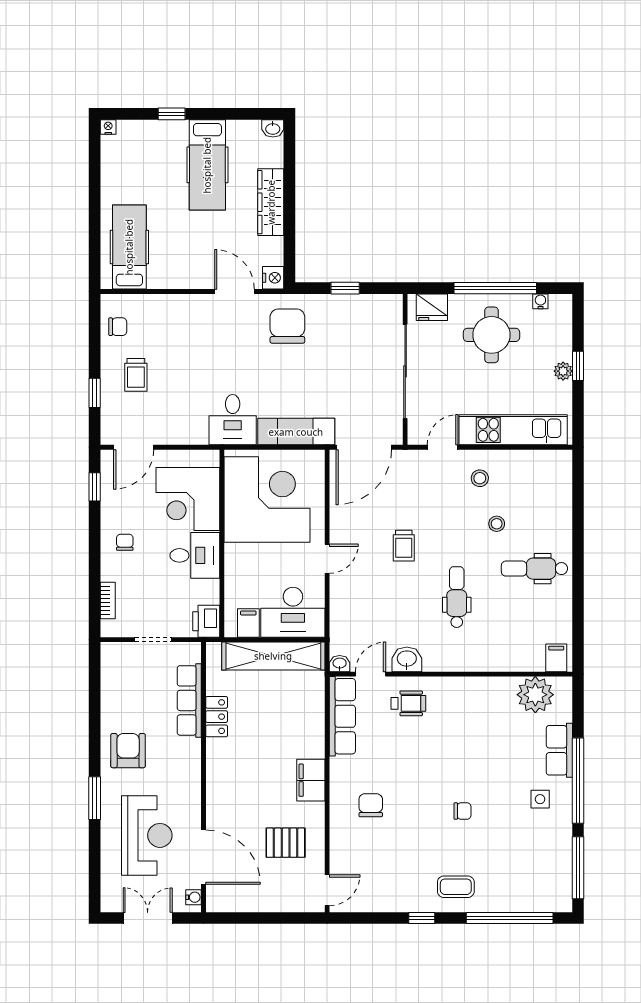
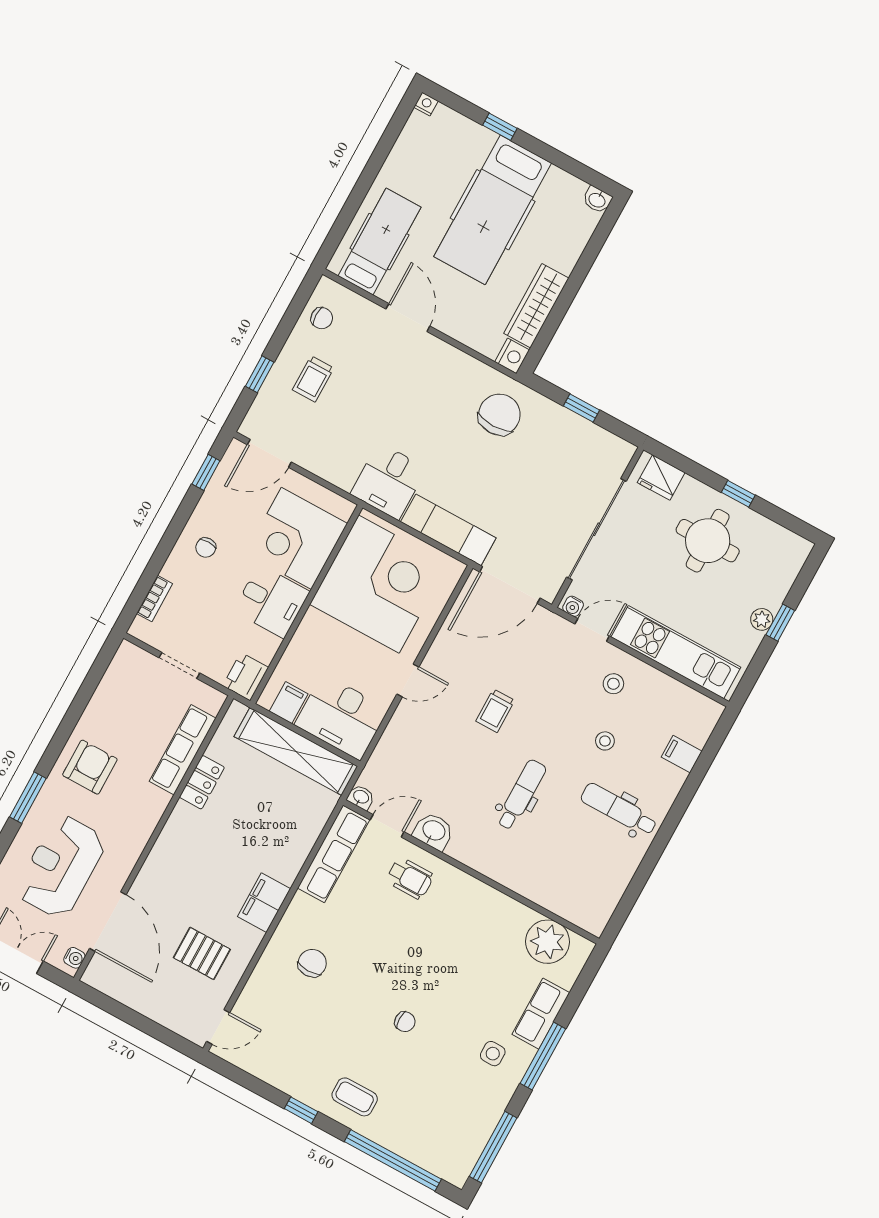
hospital bed: (207, 165) -> (493, 210), width x1.37, depth x1.29
wardrobe: (271, 202) -> (536, 306), moved
window: (495, 288) -> (738, 494), width x0.32
door: (235, 291) -> (408, 318), moved
water cooler: (540, 301) -> (573, 606), moved, turned 180
chair: (125, 542) -> (206, 548), turned 180
filing cabinet: (556, 658) -> (682, 754), moved, turned -90
window: (578, 781) -> (543, 1056), width x0.68
reception desk: (147, 835) -> (61, 867), turned 180

